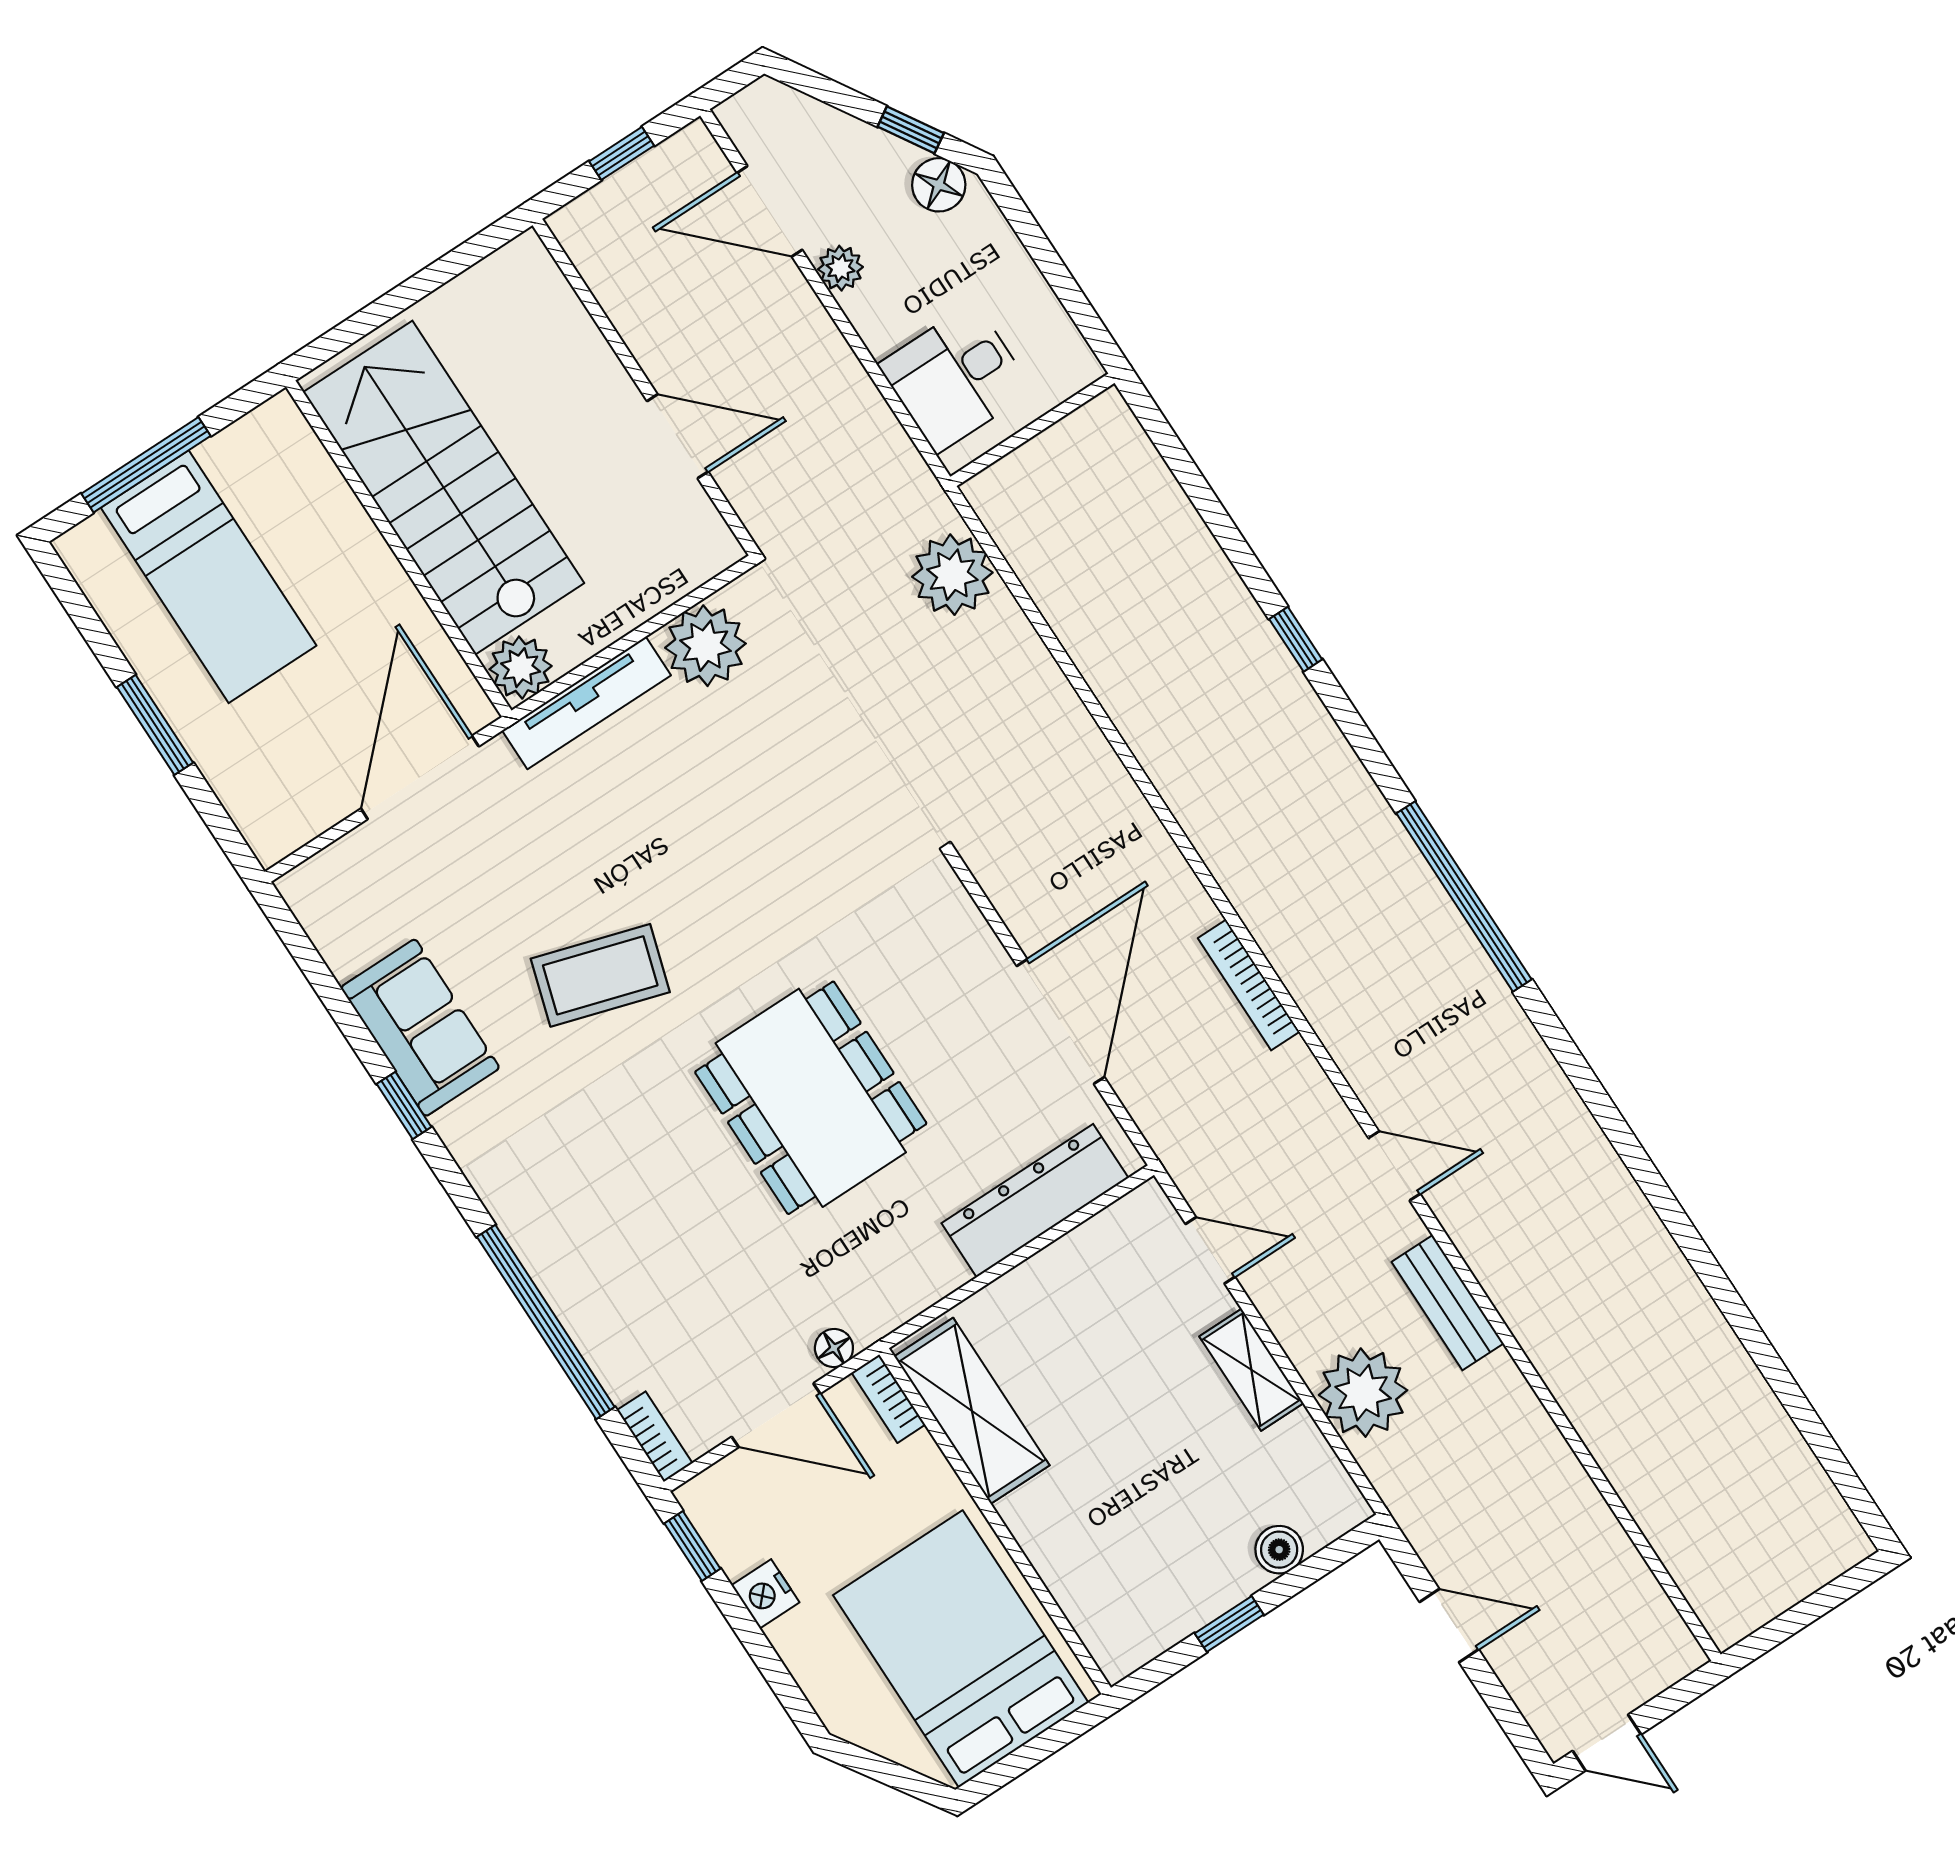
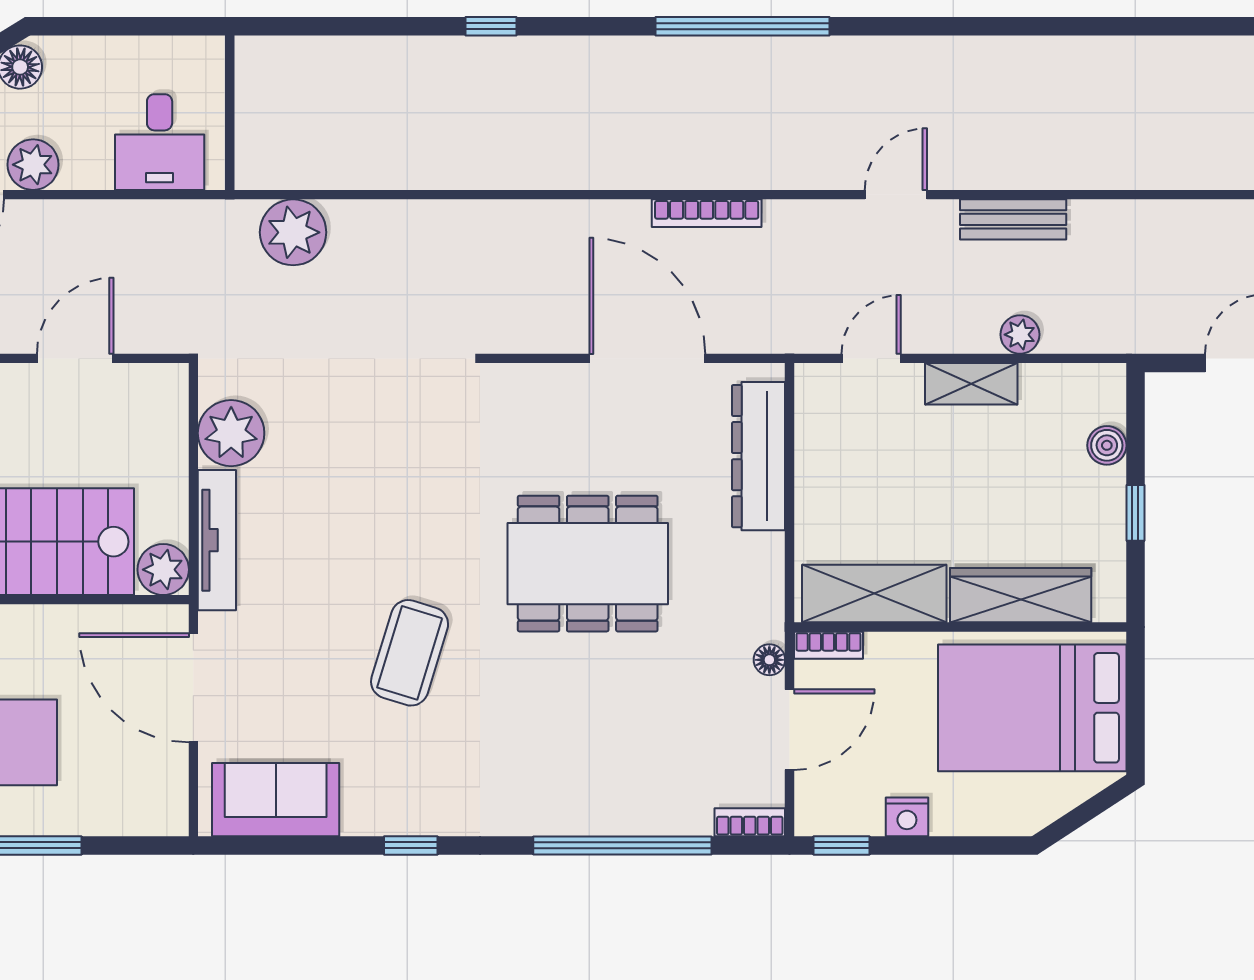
plant: (840, 268) -> (33, 165), width x1.38, depth x1.38
sofa: (420, 1028) -> (276, 800), moved
plant: (1363, 1393) -> (1020, 335), width x0.53, depth x0.53
wardrobe: (1068, 1562) -> (1021, 595), added

